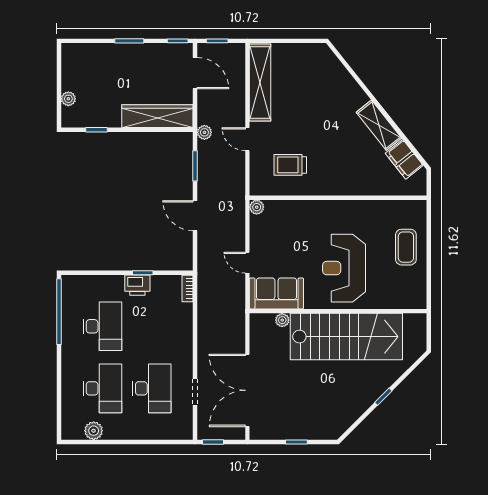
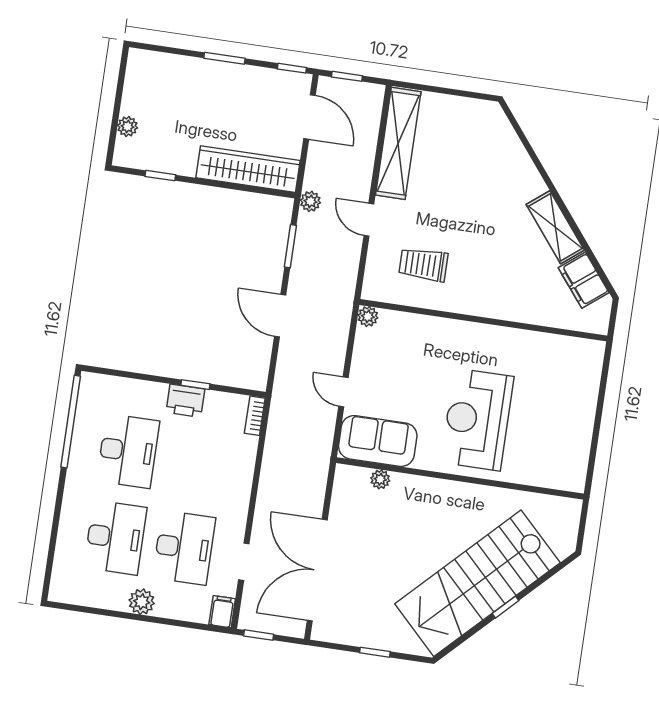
coffee table: (406, 247) -> (568, 403), removed
stairs: (346, 337) -> (477, 583), moved, turned 135
filing cabinet: (185, 429) -> (222, 612), added
plant: (94, 431) -> (142, 602), moved

